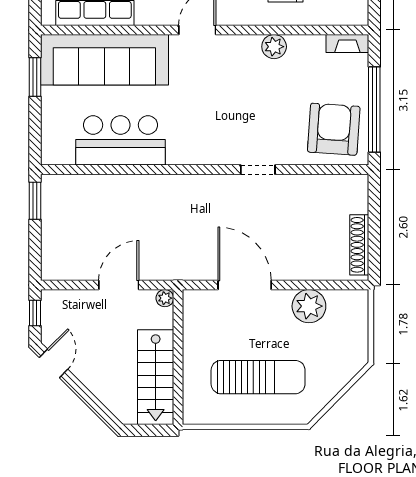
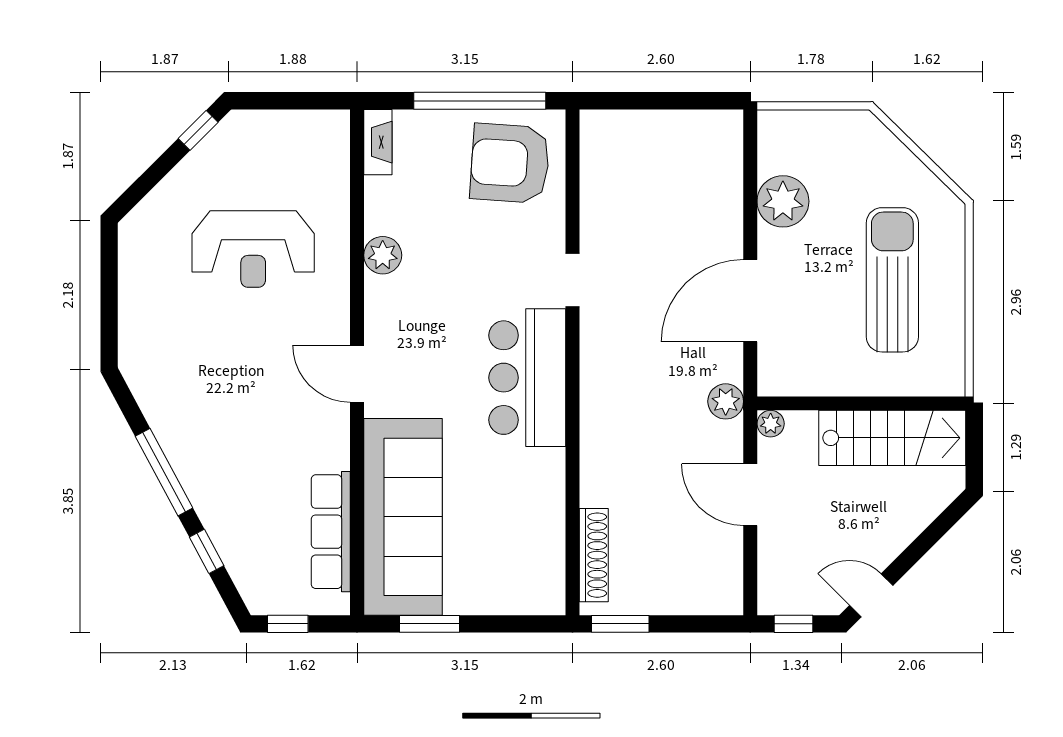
bar counter: (120, 140) -> (527, 378), moved
shoe rack: (359, 245) -> (594, 555), moved, turned -90
plant: (179, 269) -> (726, 401), added

